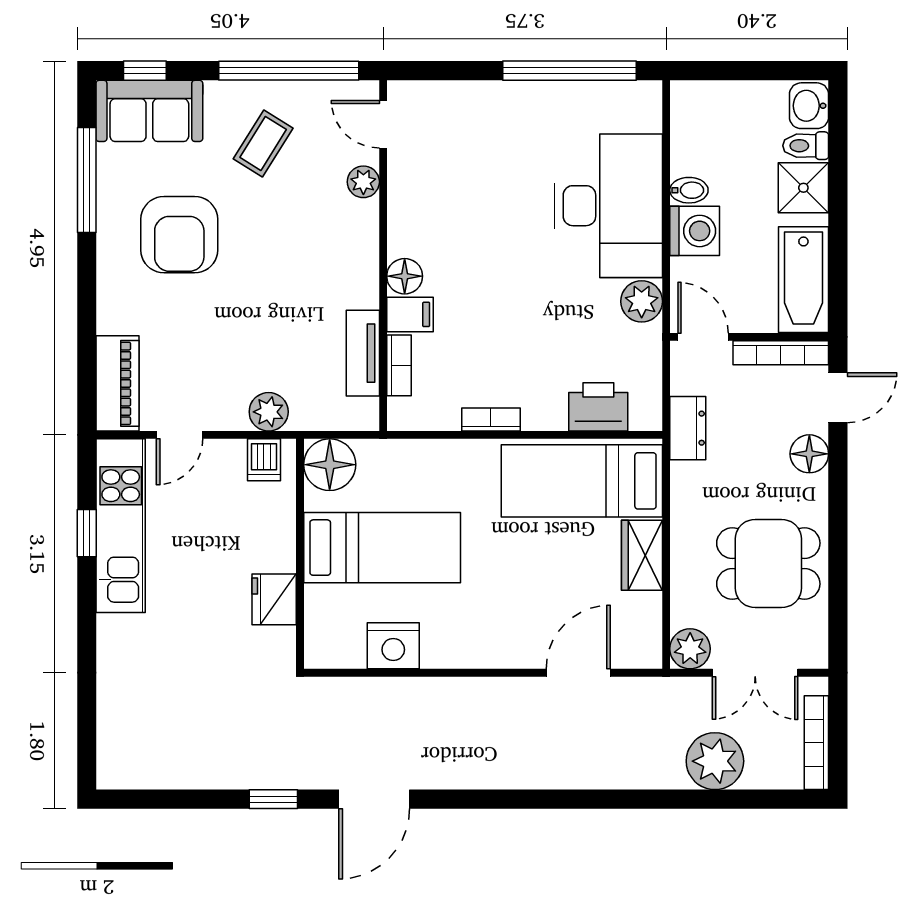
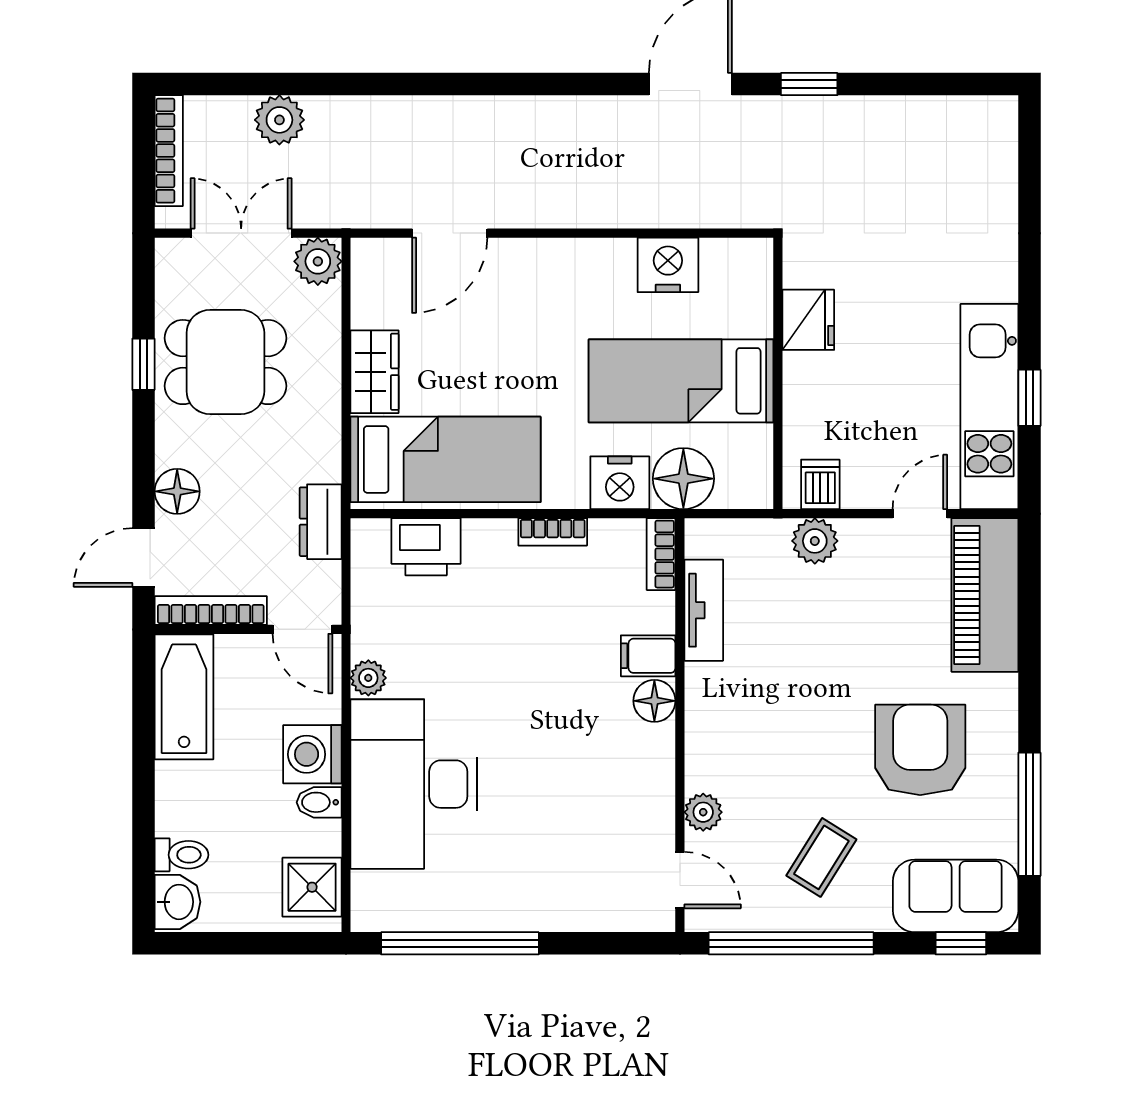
shower: (803, 188) -> (312, 887), moved
plant: (642, 301) -> (368, 678), width x0.73, depth x0.73
bookcase: (399, 365) -> (661, 554), moved
piano: (117, 383) -> (985, 595), width x1.37, depth x1.33
nightstand: (434, 461) -> (620, 483), added
floor lamp: (330, 465) -> (683, 479), moved
window: (838, 562) -> (143, 364), added
plant: (715, 761) -> (279, 120), width x0.73, depth x0.73

